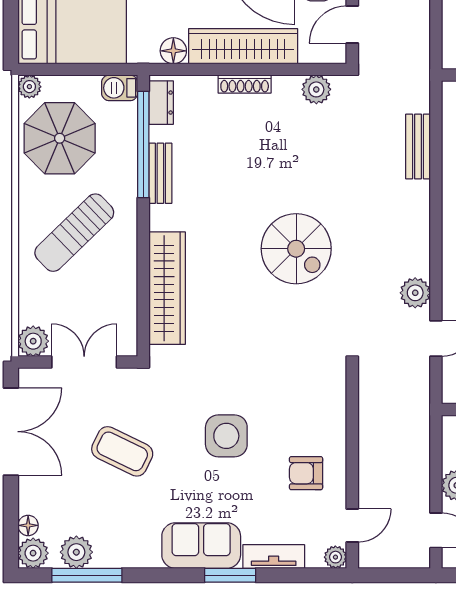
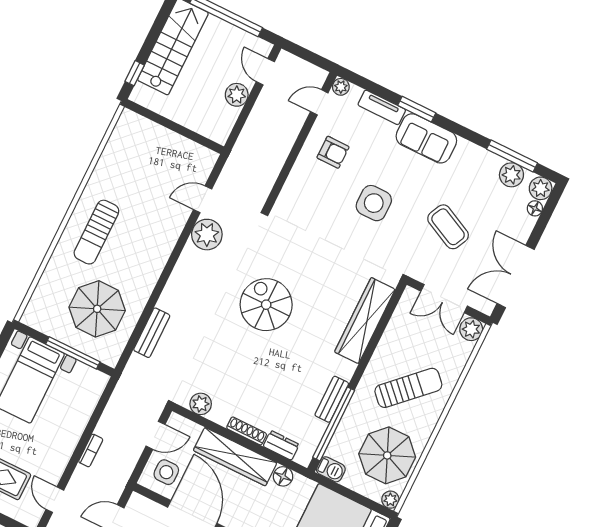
dresser: (161, 103) -> (281, 445), moved, turned 90
plant: (415, 293) -> (207, 235), width x1.36, depth x1.36

